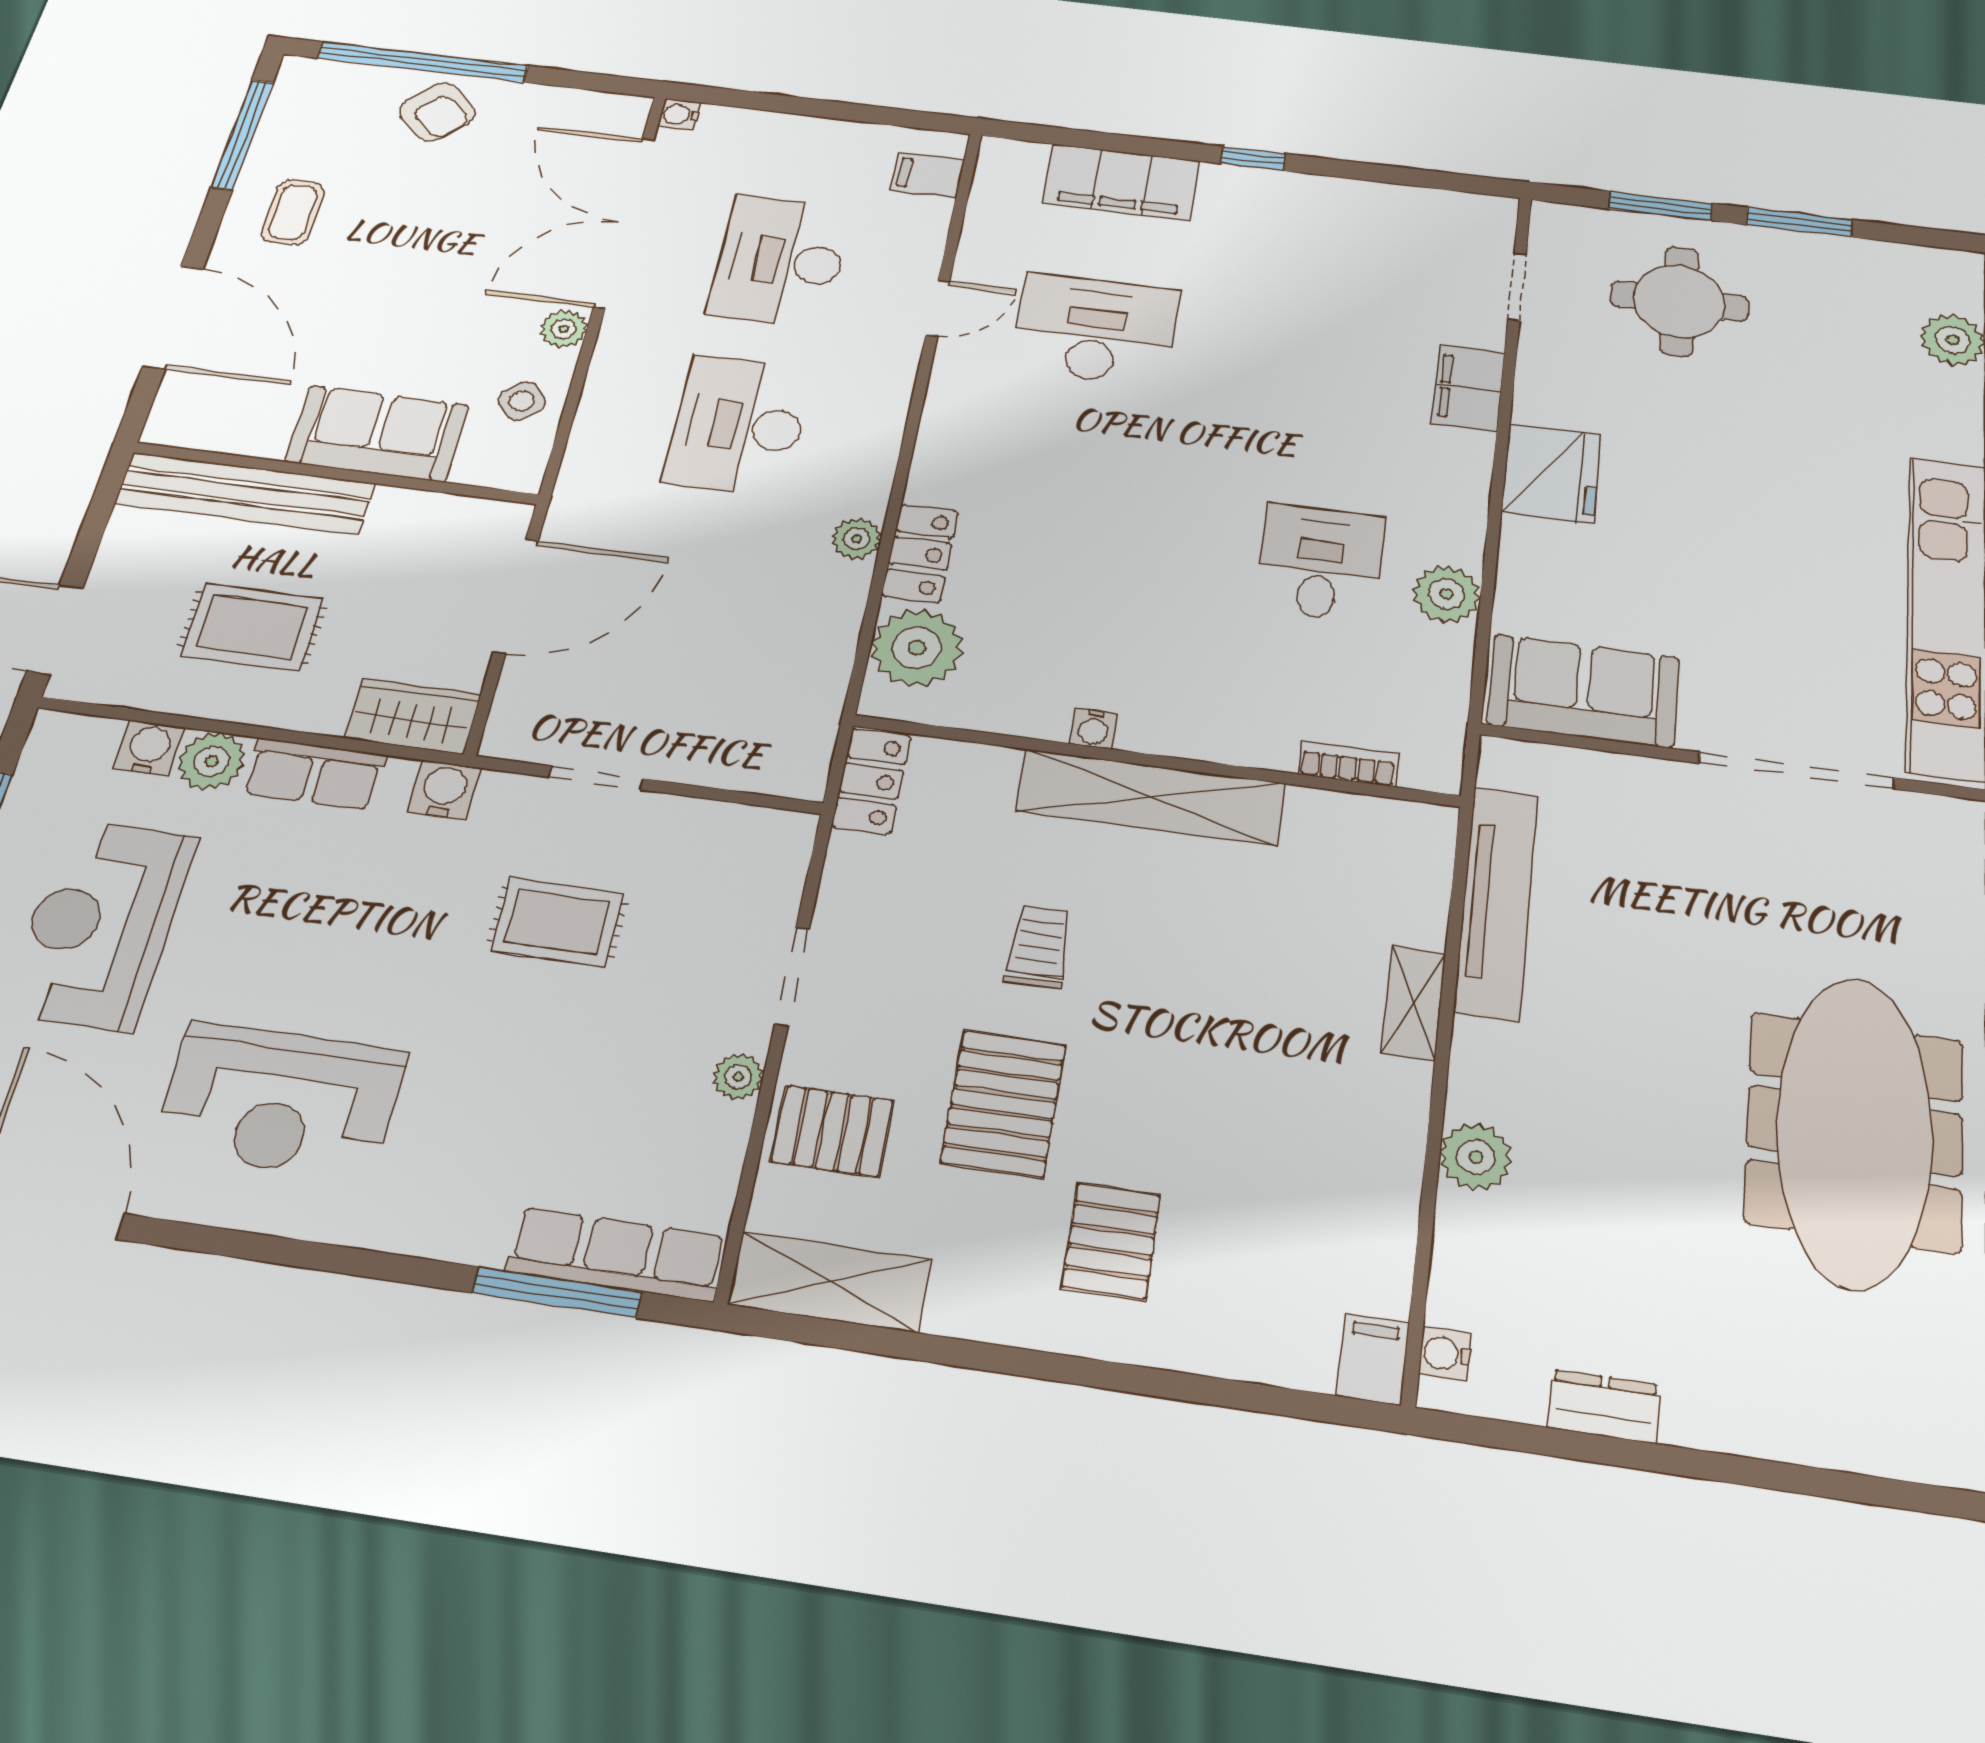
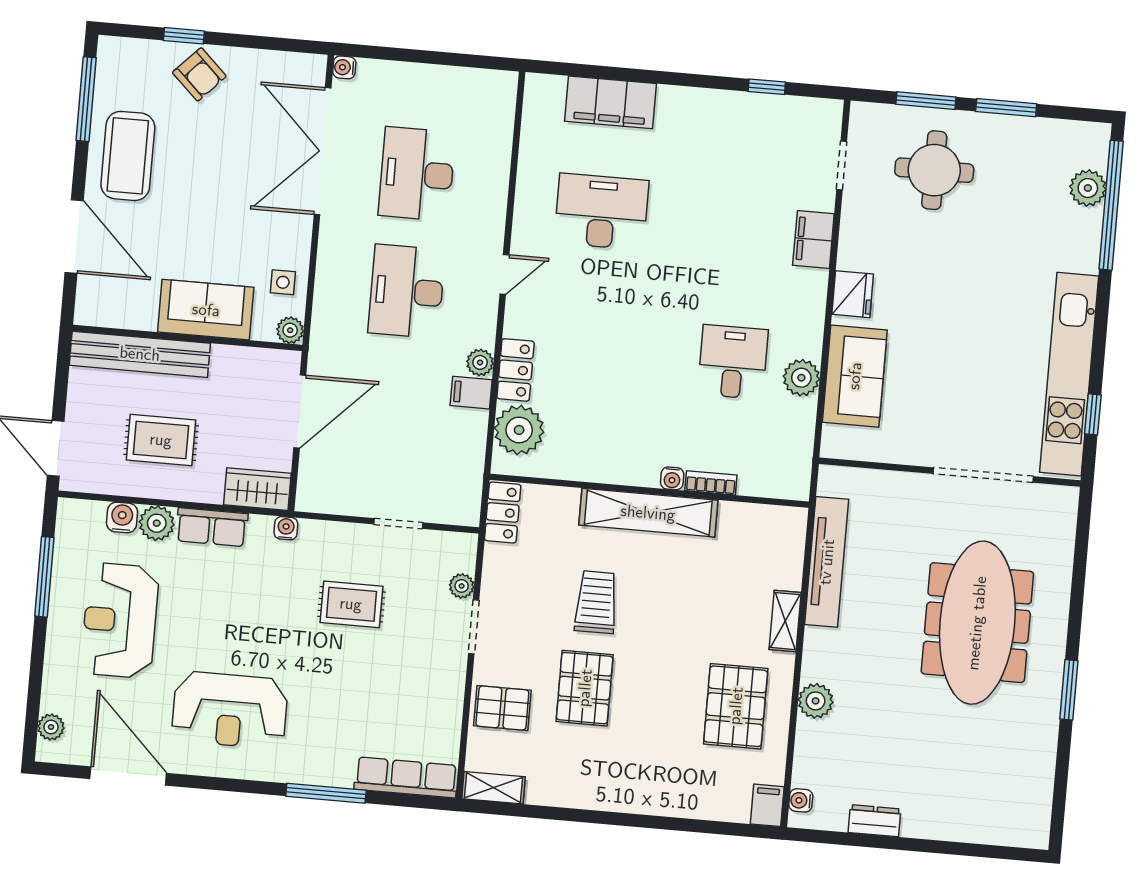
window: (423, 62) -> (184, 36), width x0.32
window: (1253, 159) -> (767, 87), moved
filing cabinet: (928, 175) -> (471, 393), moved
coffee table: (293, 212) -> (128, 156), width x1.86, depth x1.72
door: (938, 308) -> (504, 274), moved
plant: (564, 329) -> (290, 330), moved
side table: (522, 401) -> (283, 282), turned 38
fridge: (1551, 473) -> (853, 294), width x0.73, depth x0.75
sofa: (1583, 691) -> (855, 376), moved, turned 90
water cooler: (1093, 728) -> (672, 478), moved
bookcase: (1348, 764) -> (711, 483), moved
doorway: (596, 778) -> (398, 523), moved
water cooler: (444, 790) -> (286, 528), width x0.72, depth x0.72
trolley: (1039, 947) -> (596, 602), width x1.36, depth x1.39
plant: (738, 1077) -> (462, 586), moved
meeting table: (1854, 1131) -> (977, 623), moved
pallet: (1111, 1241) -> (736, 706), moved, width x1.50, depth x1.42
shelving: (830, 1282) -> (494, 788), width x0.67, depth x0.75
window: (557, 1292) -> (326, 793), moved

